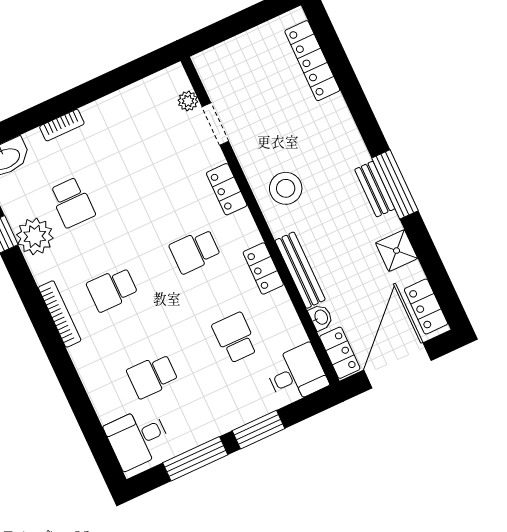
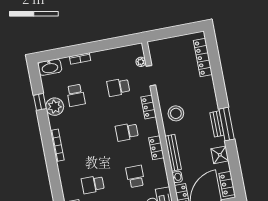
school desk: (112, 289) -> (118, 87), moved

